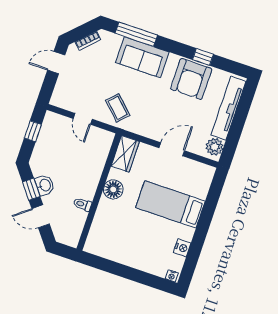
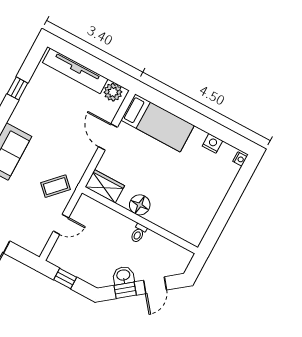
armchair: (191, 79) -> (38, 105), removed
toilet: (83, 204) -> (138, 233), moved
bed: (170, 204) -> (158, 123), moved, turned -90

